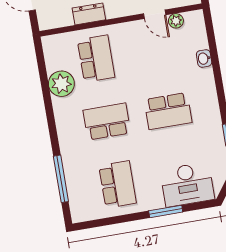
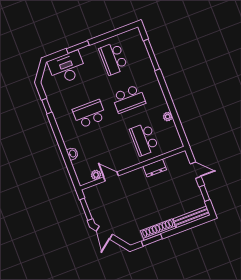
plant: (61, 84) -> (168, 117), width x0.53, depth x0.53

